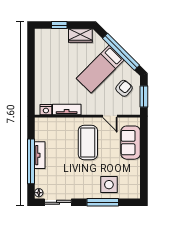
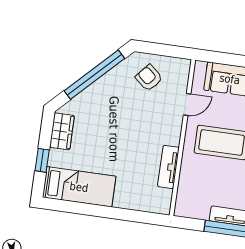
bed: (100, 69) -> (79, 187), moved, turned -45
window: (144, 97) -> (165, 50), removed
nightstand: (46, 110) -> (164, 198), removed

